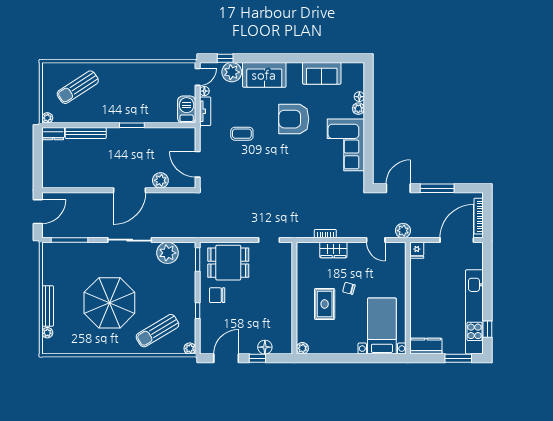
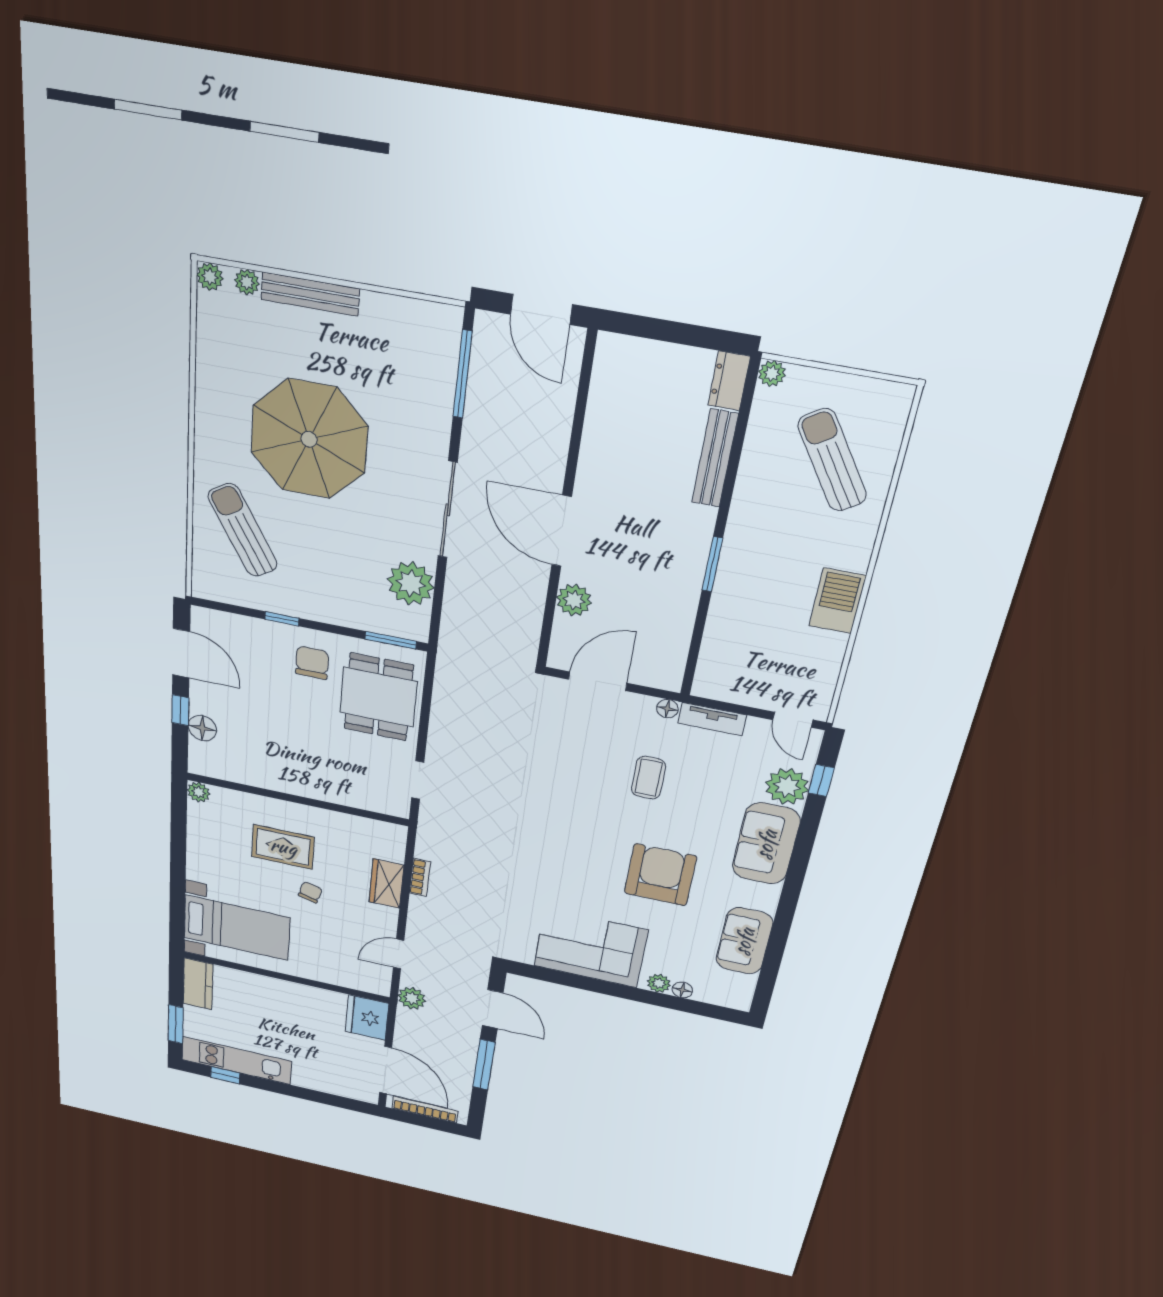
floor lamp: (204, 91) -> (667, 709), moved
barbecue: (187, 110) -> (837, 601), moved, turned -90
fridge: (417, 250) -> (367, 1018), width x1.88, depth x1.34
kitchen unit: (474, 312) -> (236, 1060), width x0.73
plant: (190, 348) -> (210, 277), moved

